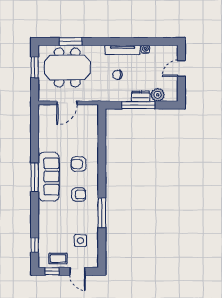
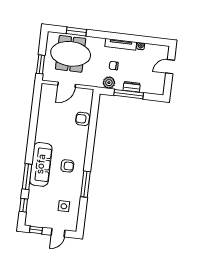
window: (35, 67) -> (41, 64), moved
plant: (158, 95) -> (109, 83), moved
armchair: (79, 164) -> (83, 119), moved
window: (35, 177) -> (27, 177), moved
sofa: (49, 177) -> (41, 164), moved
coffee table: (58, 258) -> (42, 219), removed
door: (77, 271) -> (58, 233), hinge flipped

